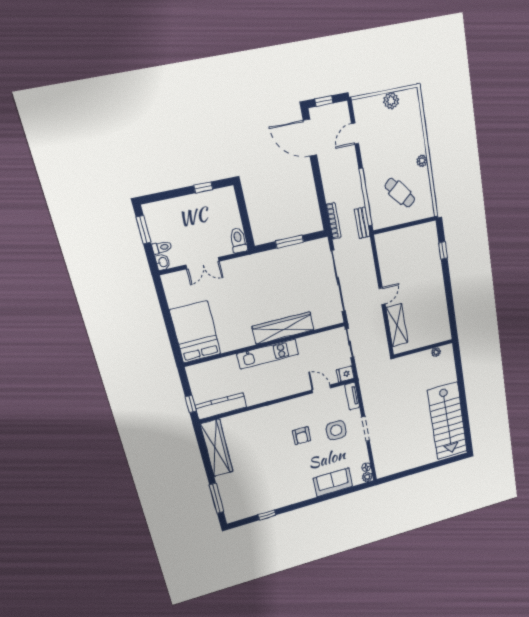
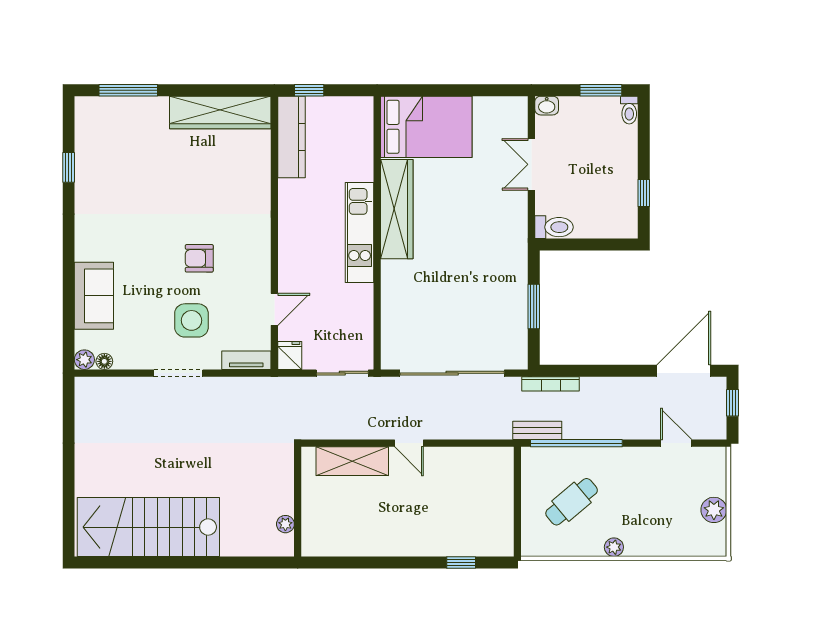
toilet: (162, 247) -> (629, 110), moved
wardrobe: (283, 328) -> (397, 209), moved

